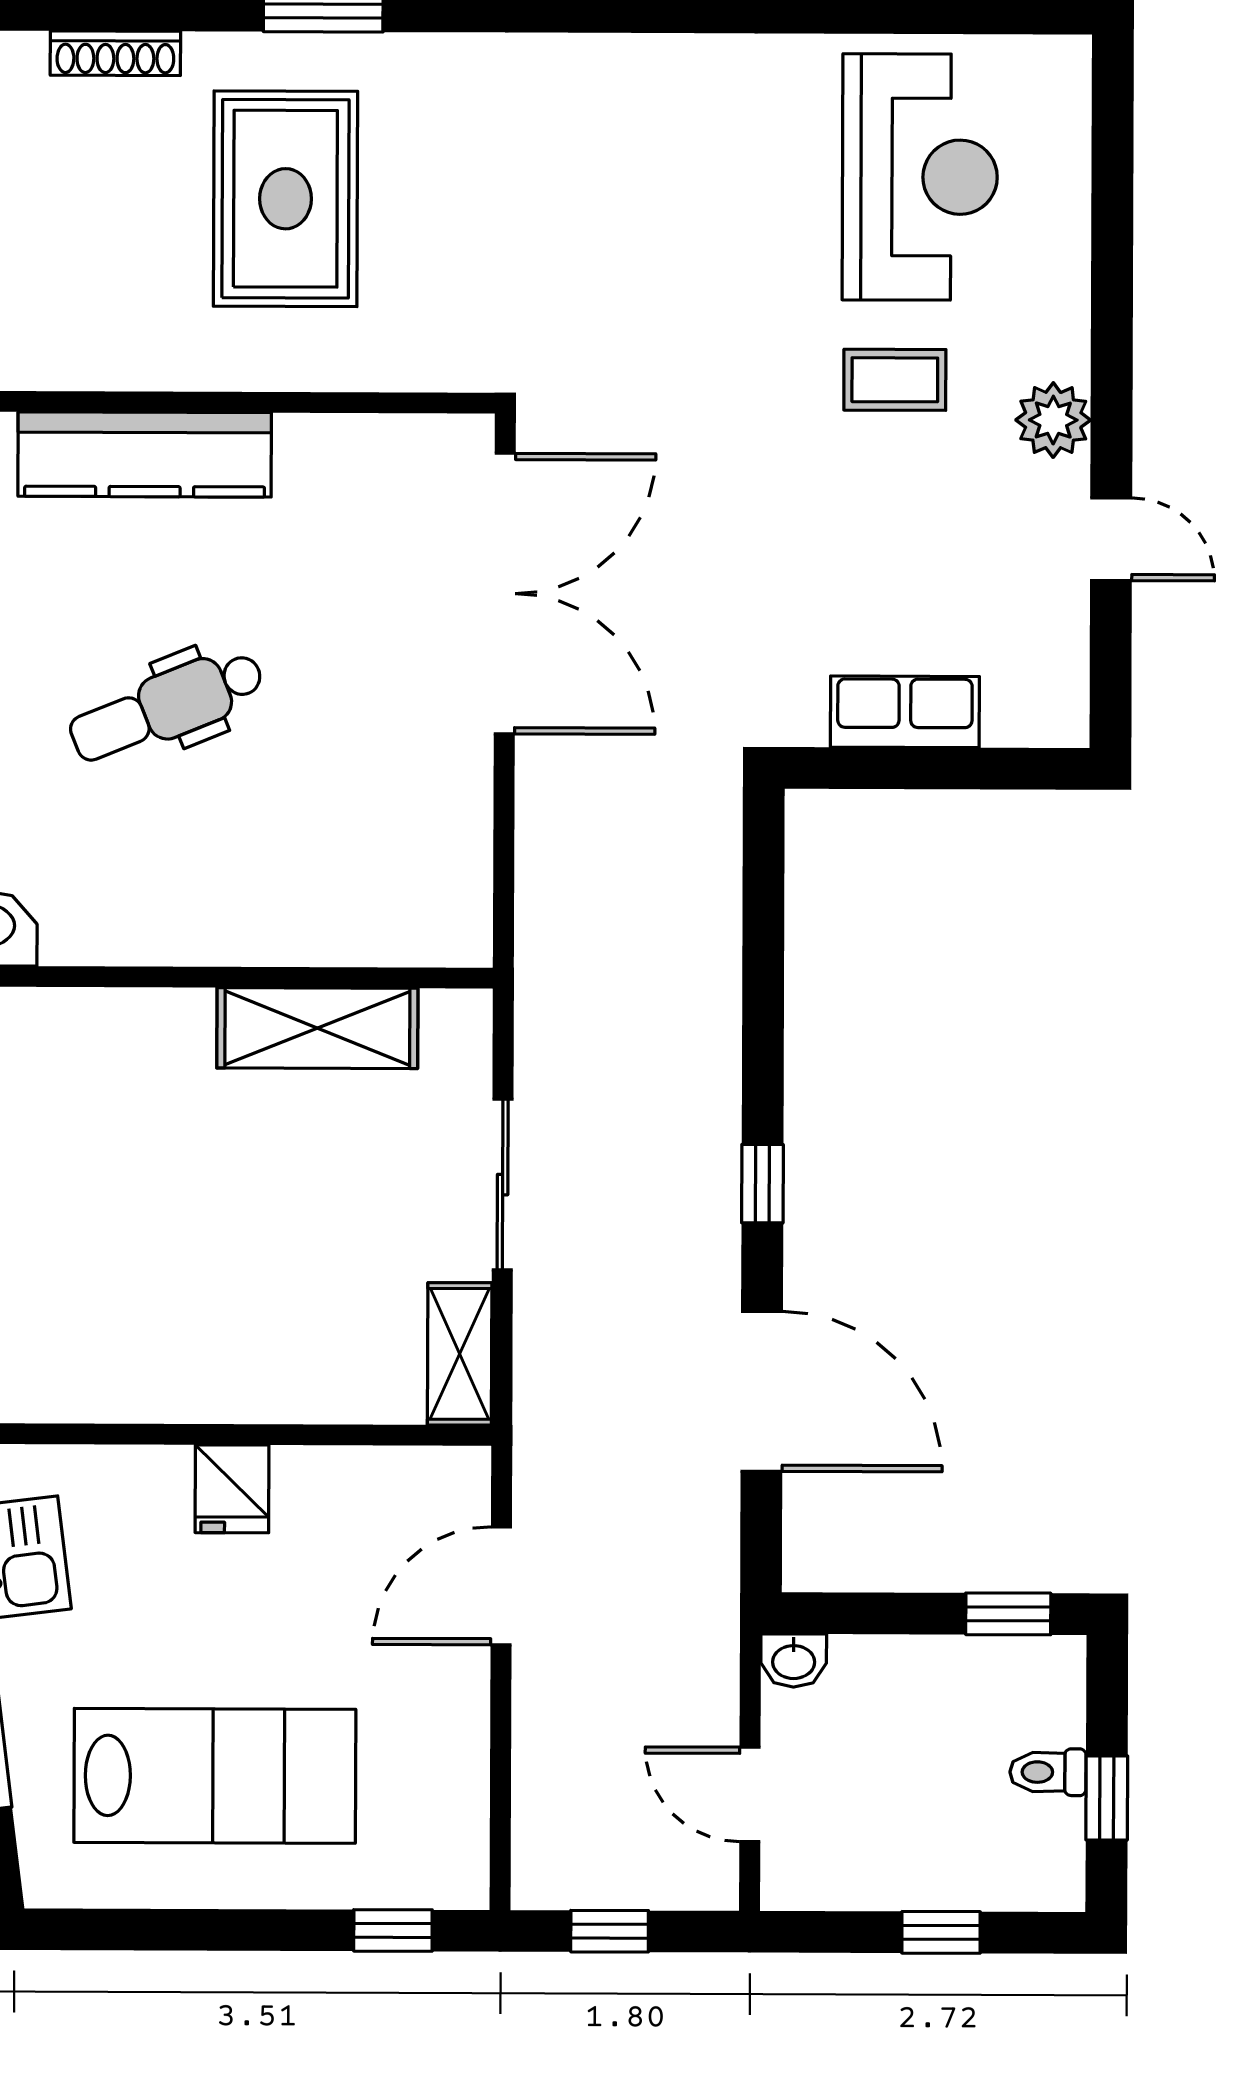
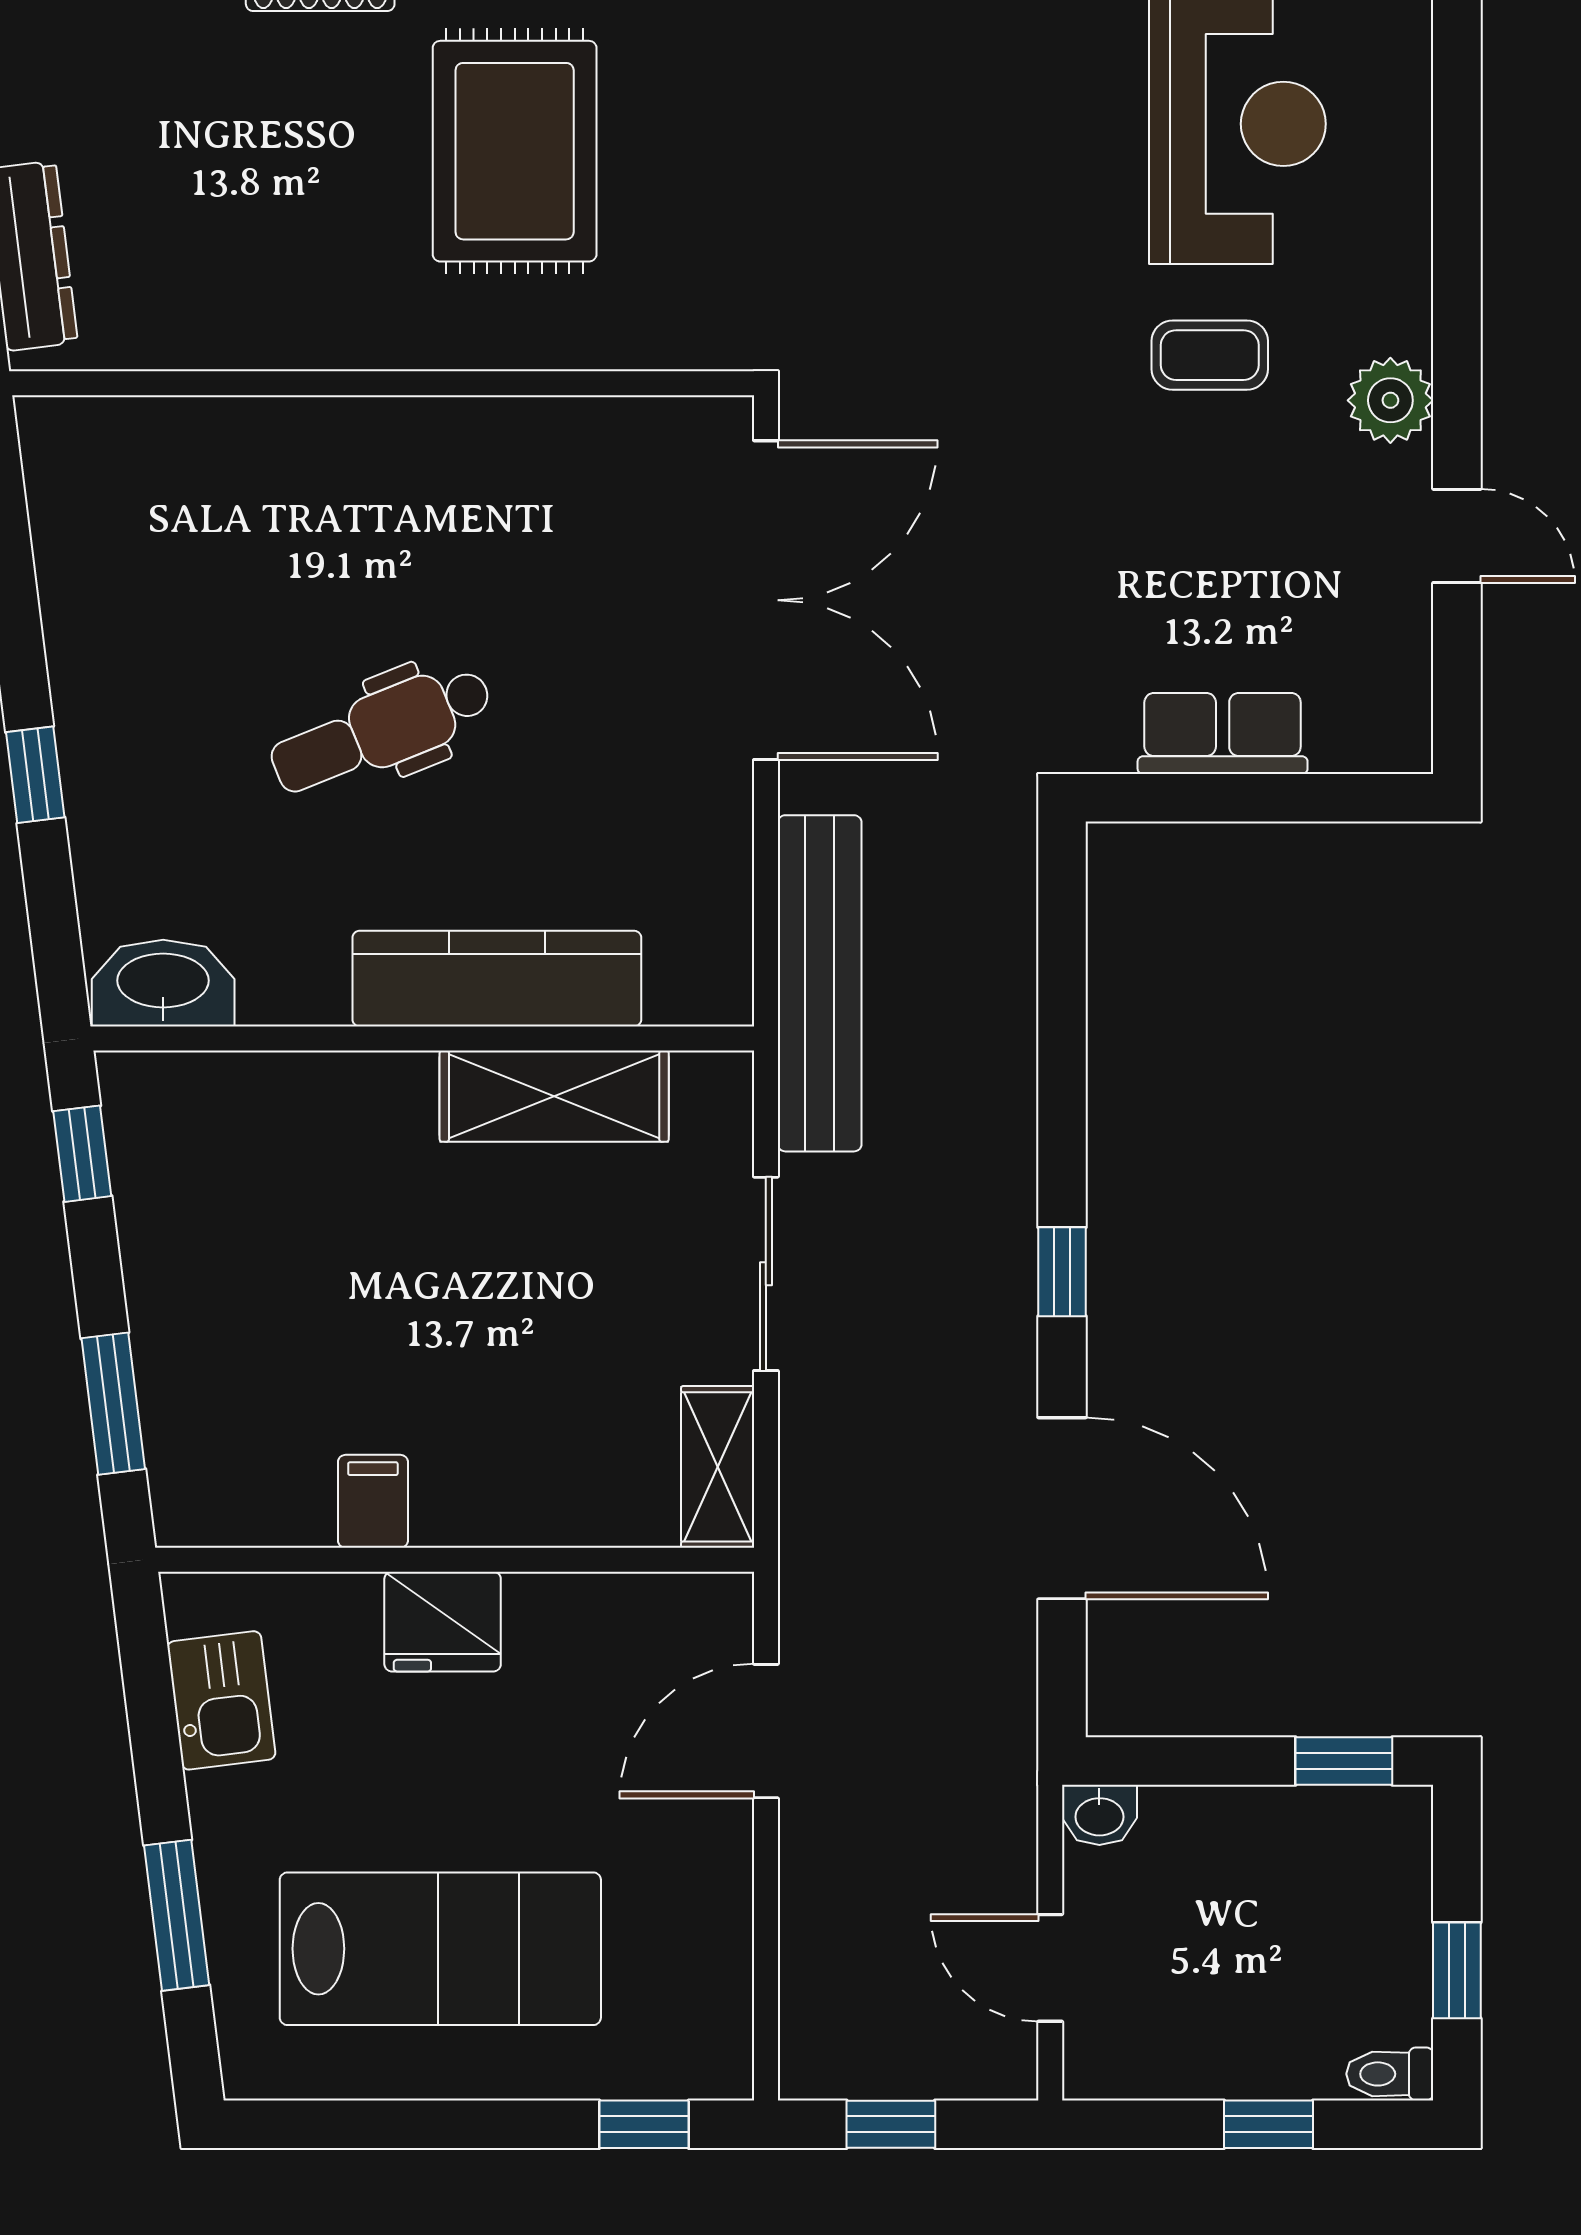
kitchen counter: (145, 454) -> (497, 979), moved, turned 180
bench: (551, 930) -> (820, 983), added
filing cabinet: (157, 1383) -> (373, 1501), added
fridge: (232, 1489) -> (443, 1622), width x1.38
toilet: (1048, 1772) -> (1390, 2074), moved

